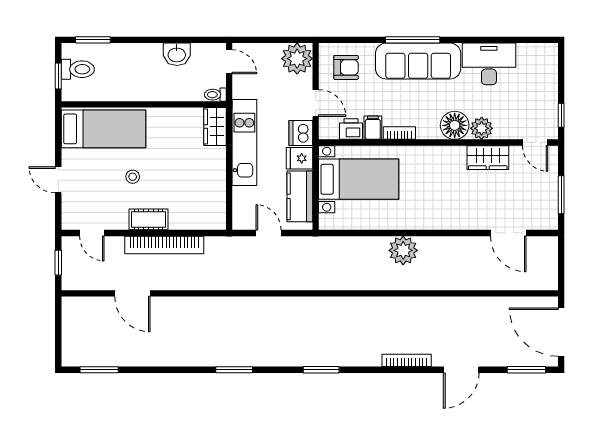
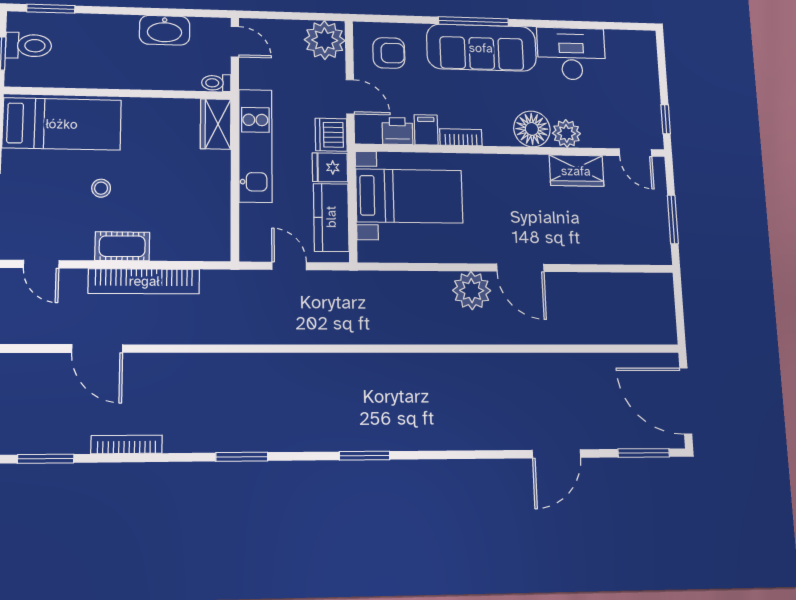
washbasin: (177, 54) -> (165, 30), width x1.38
door: (508, 233) -> (520, 268), moved
bookcase: (407, 360) -> (127, 444), moved

